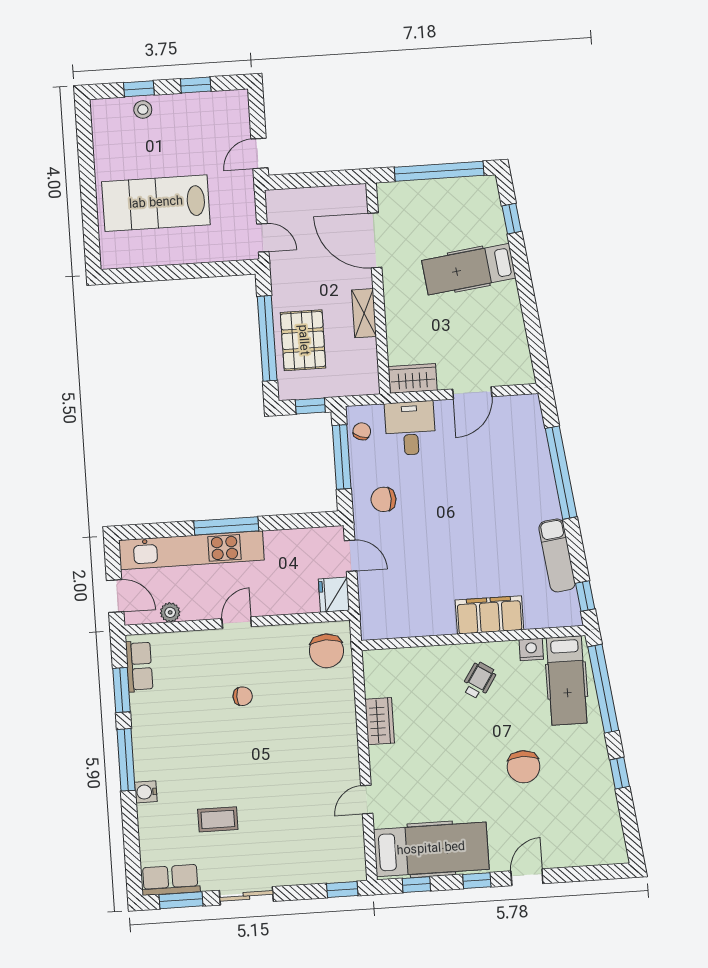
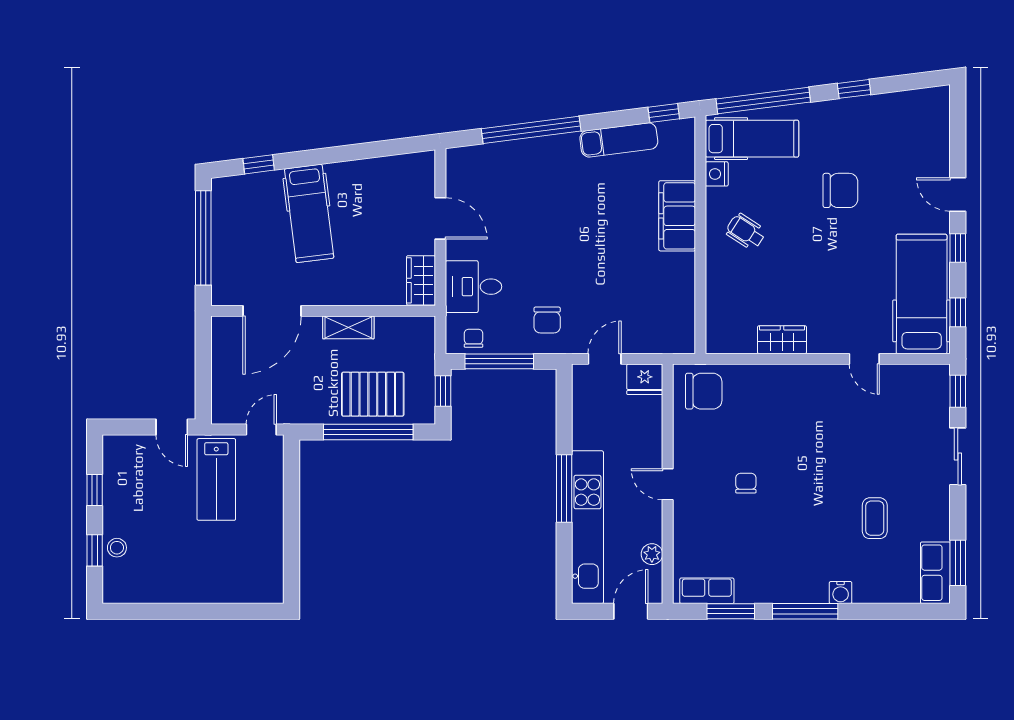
lab bench: (156, 203) -> (216, 479), moved, width x0.73, depth x0.72
chair: (362, 431) -> (474, 338), turned 70
sliding door: (246, 896) -> (958, 456), moved

